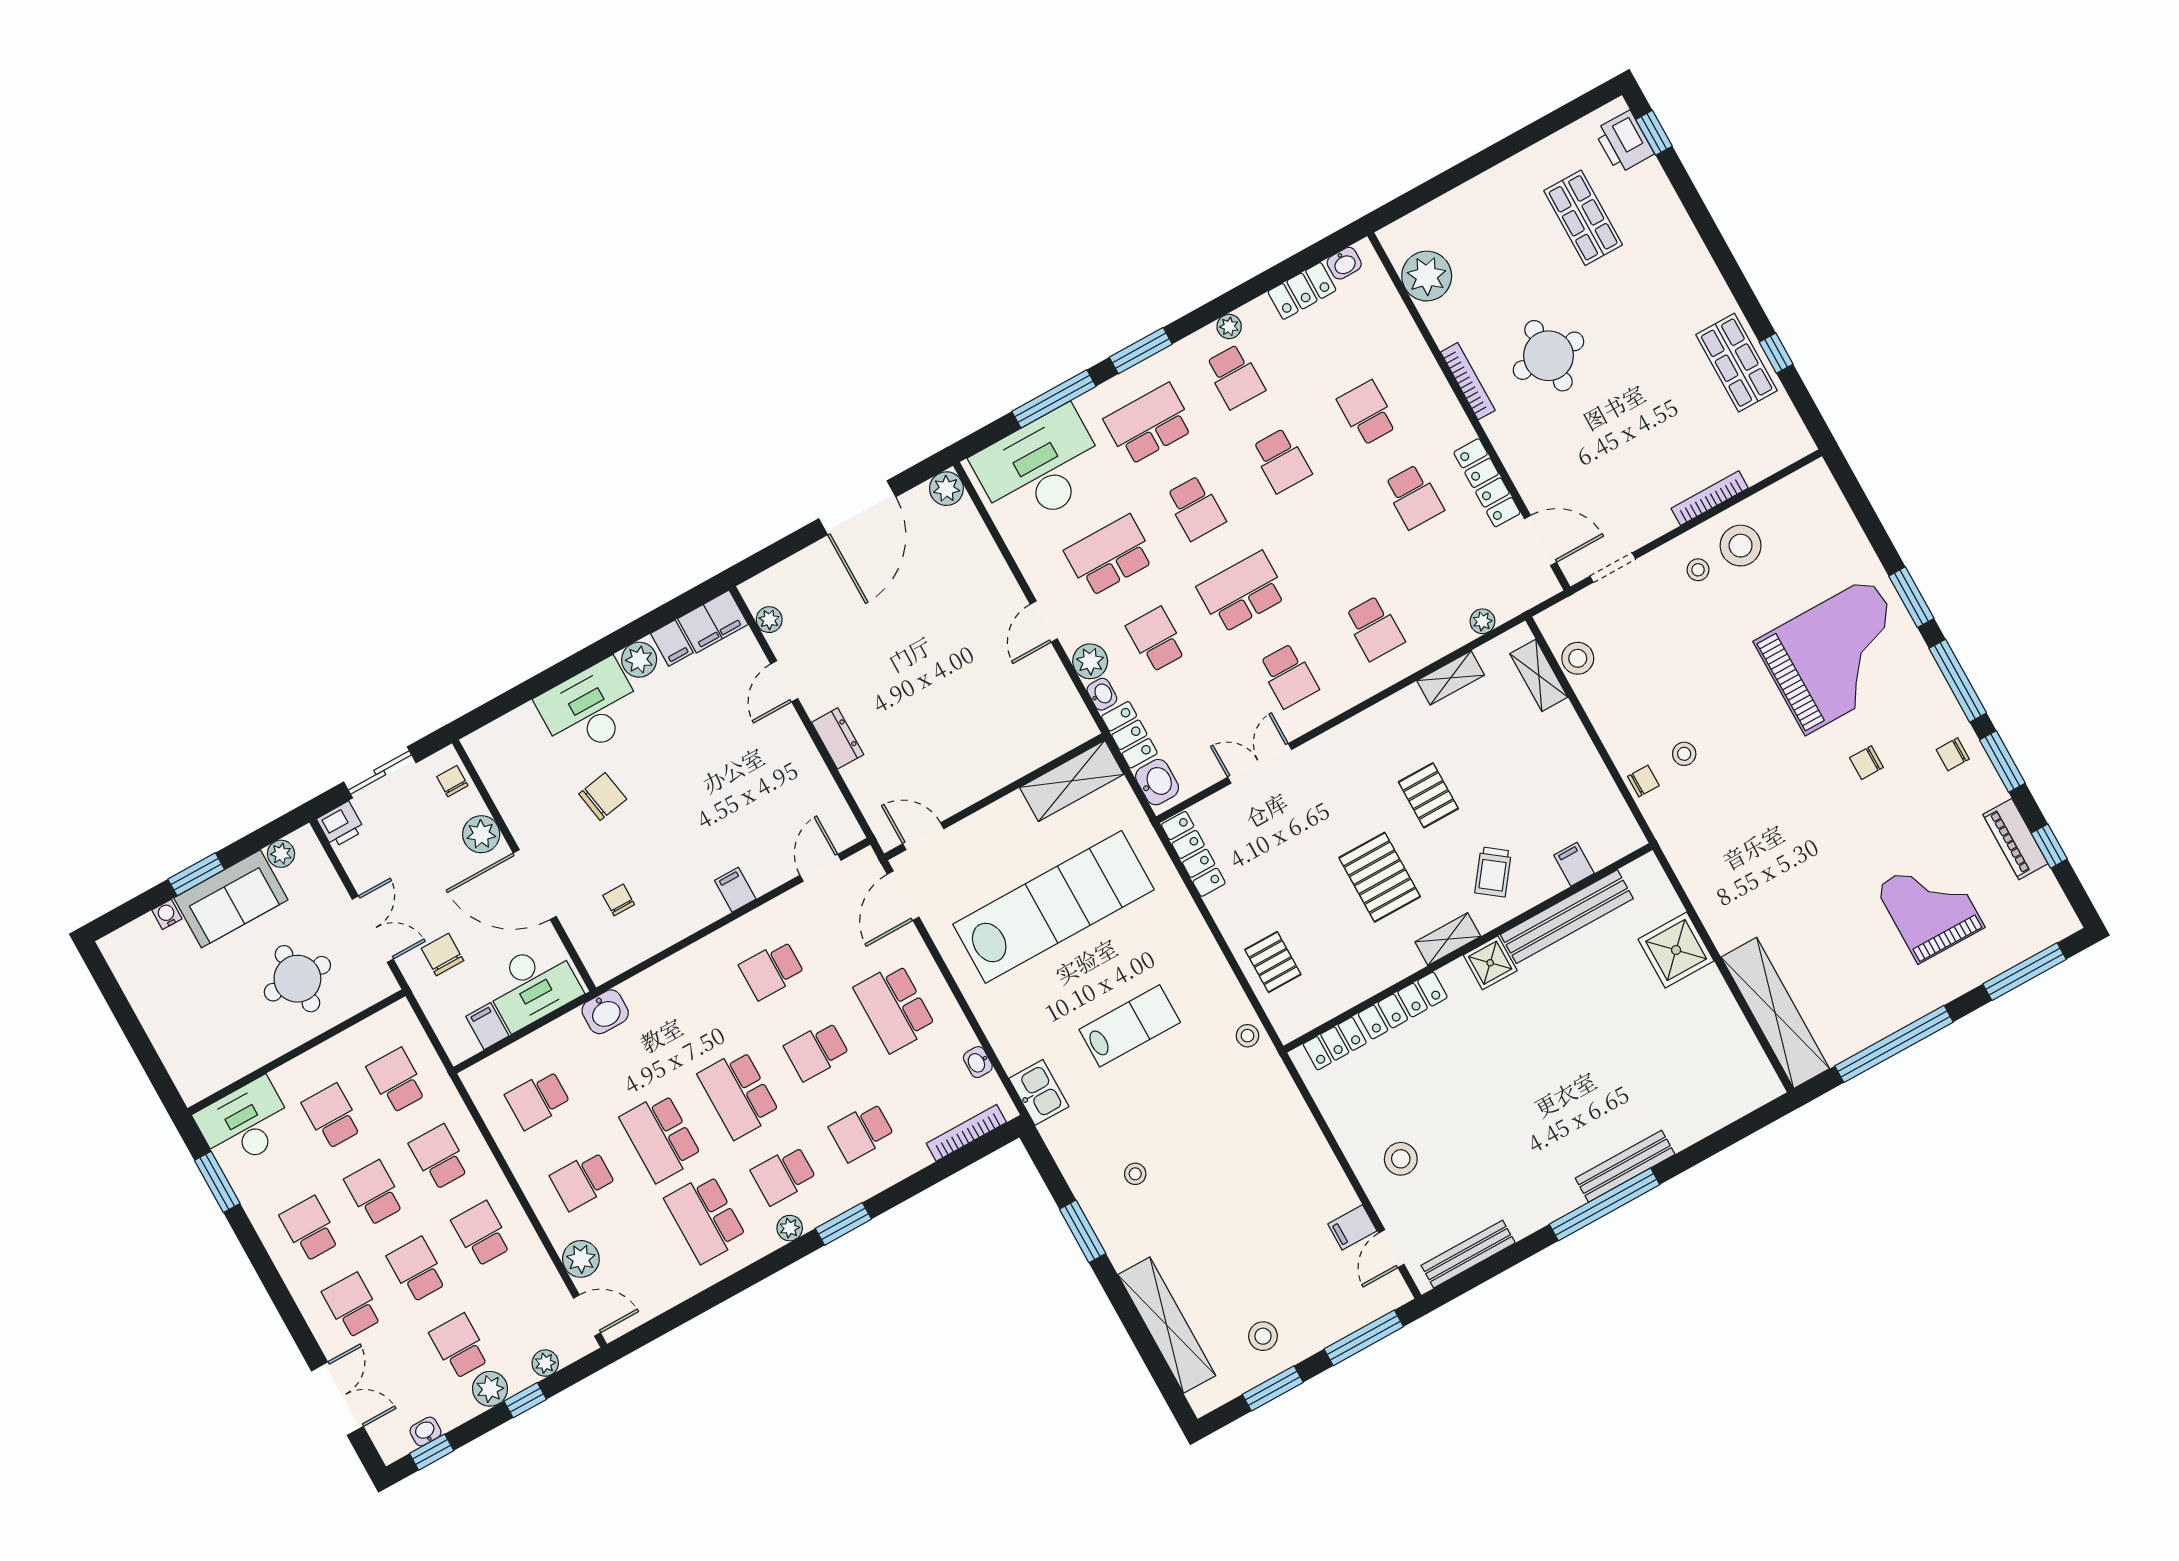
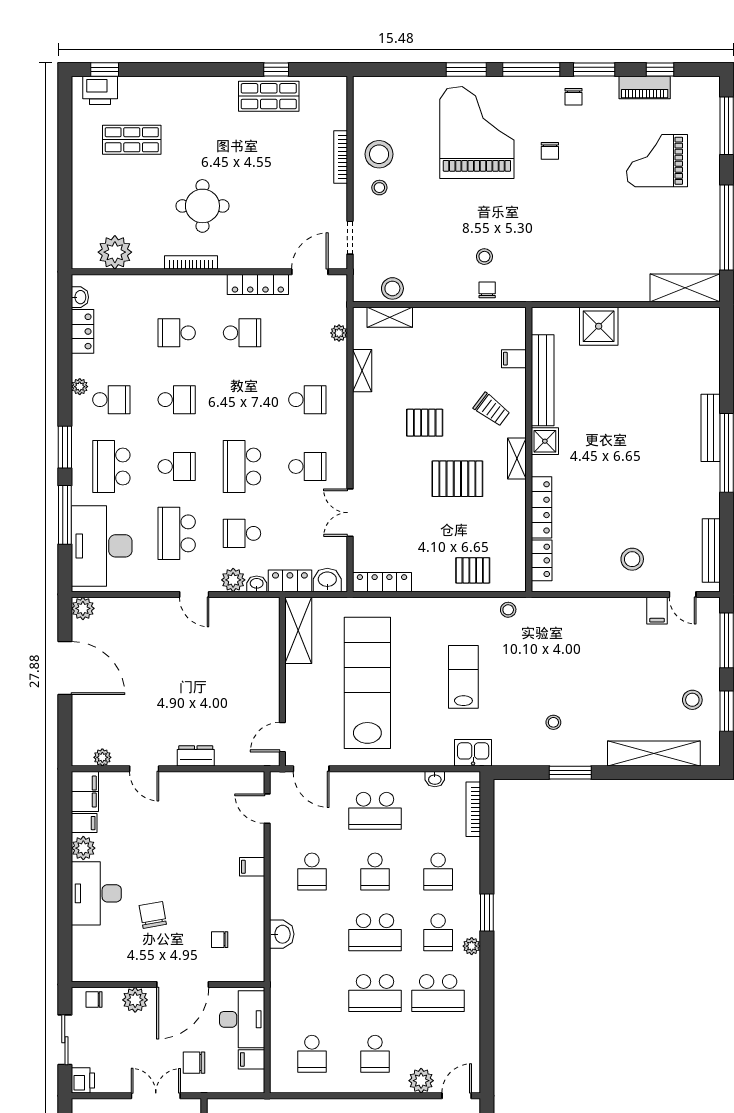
washbasin: (605, 1012) -> (282, 934), moved
shelving: (1775, 1013) -> (685, 288), width x0.68

